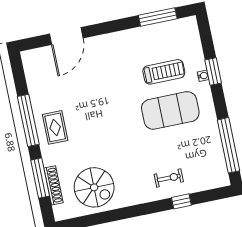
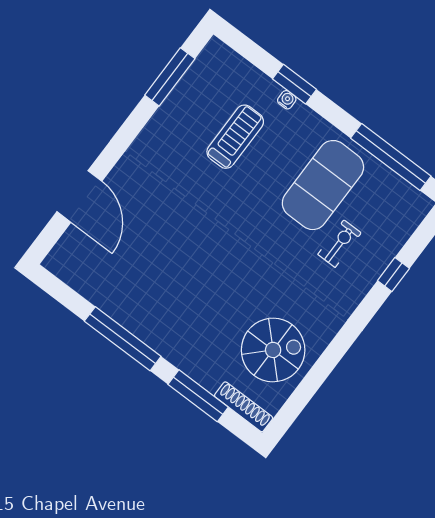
exercise mat: (170, 110) -> (323, 185), moved
rug: (55, 127) -> (163, 319), removed
exercise bike: (169, 178) -> (340, 244), moved
shoe rack: (53, 185) -> (244, 407), moved

